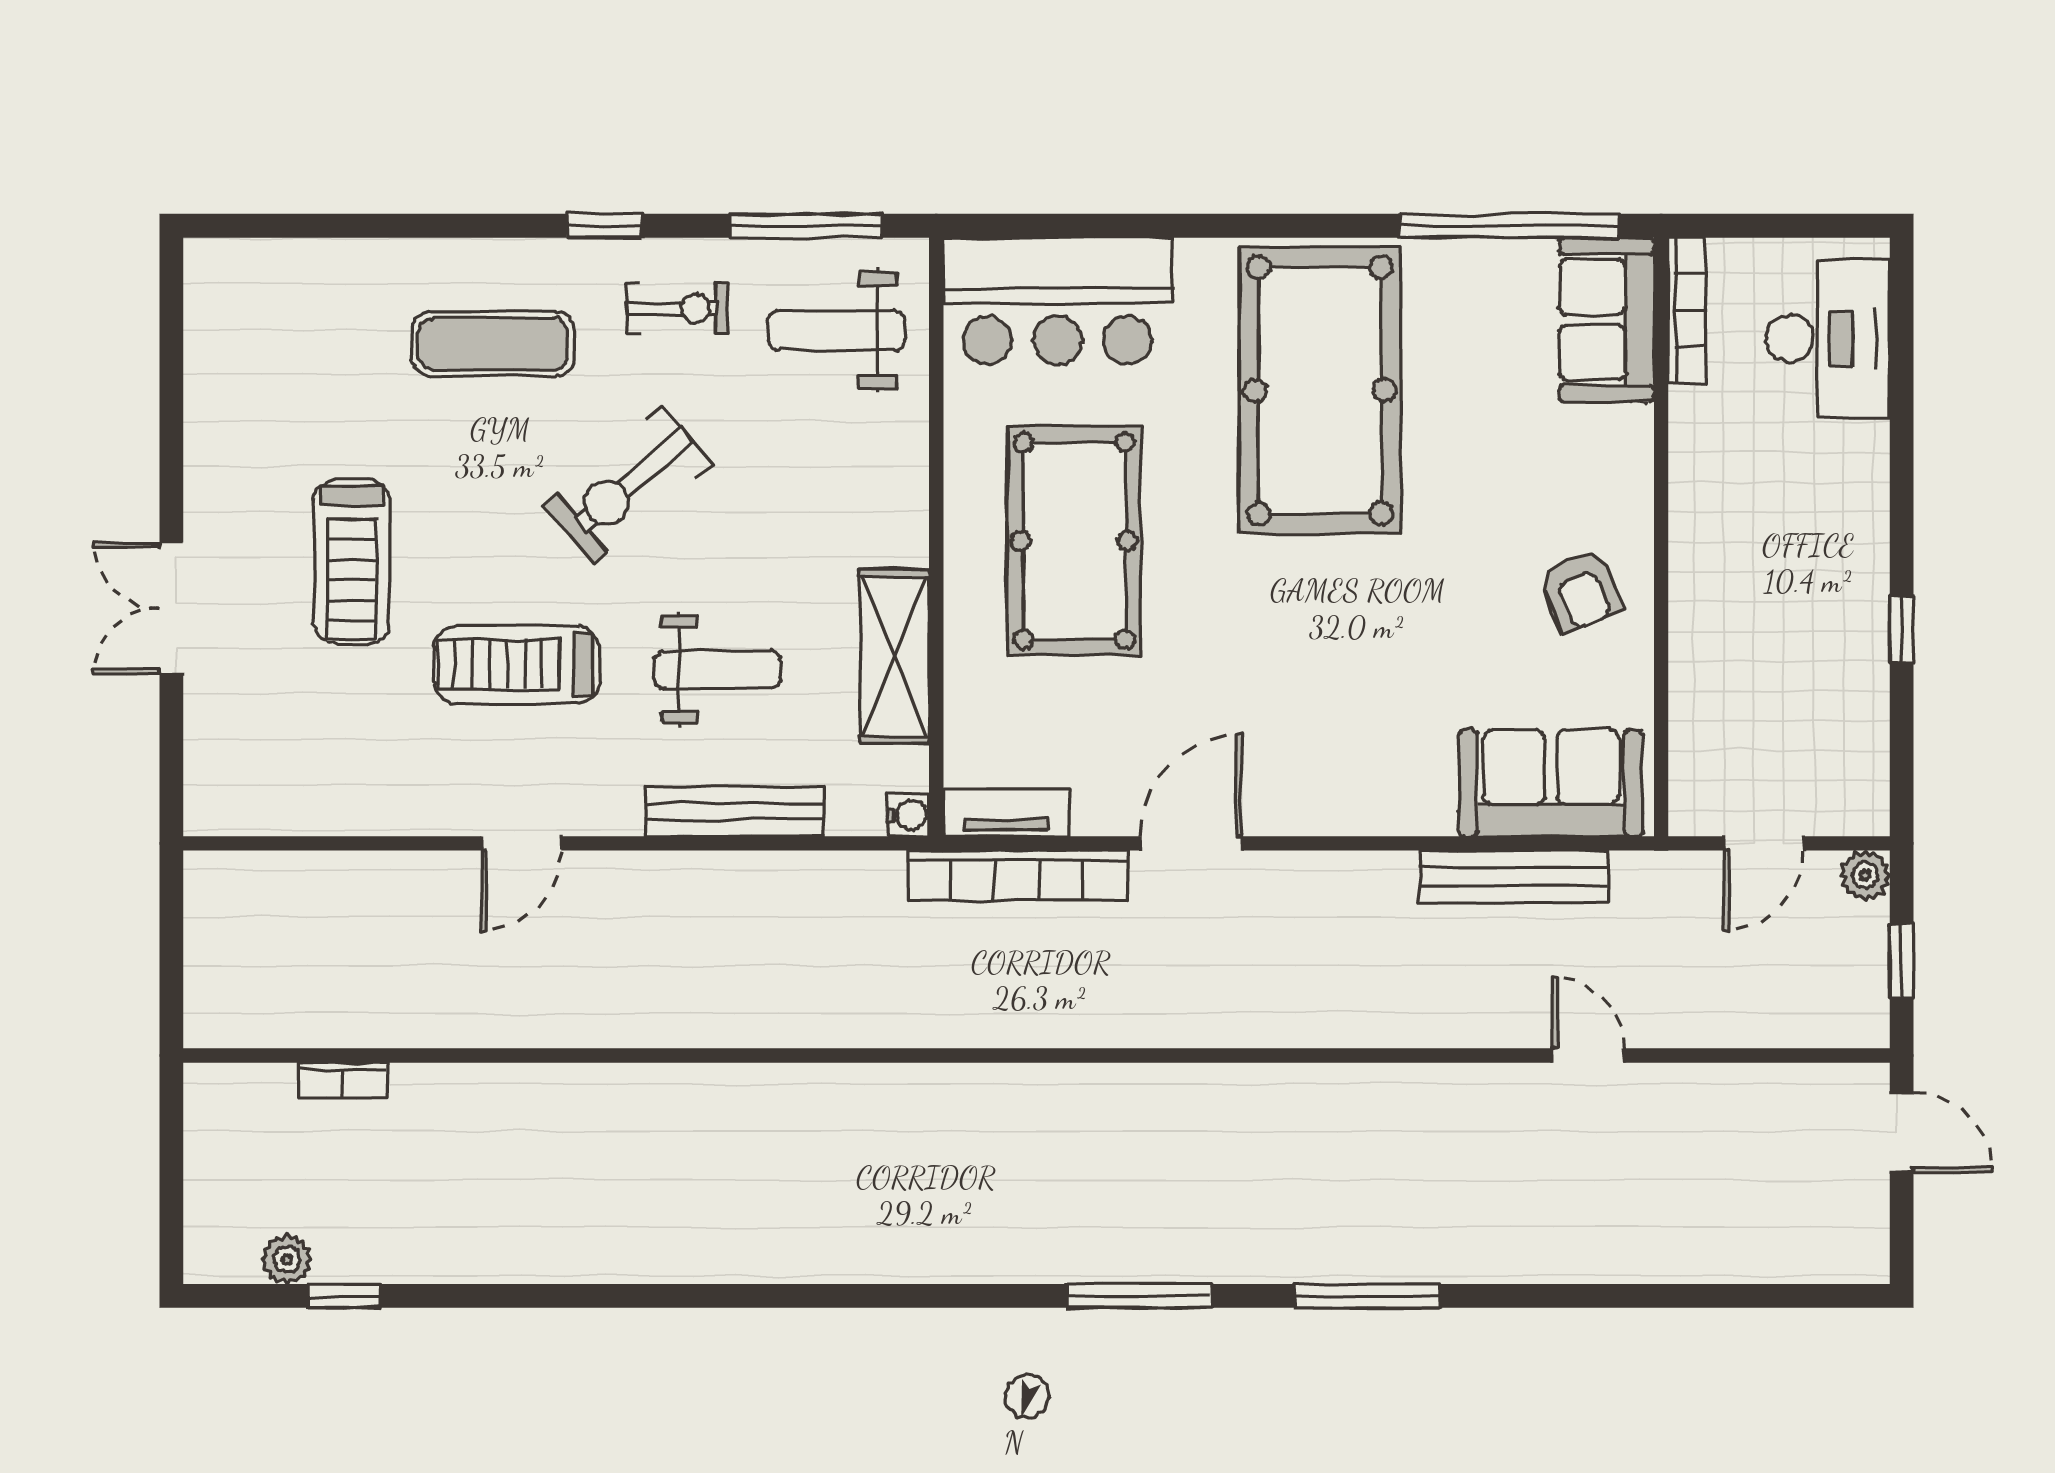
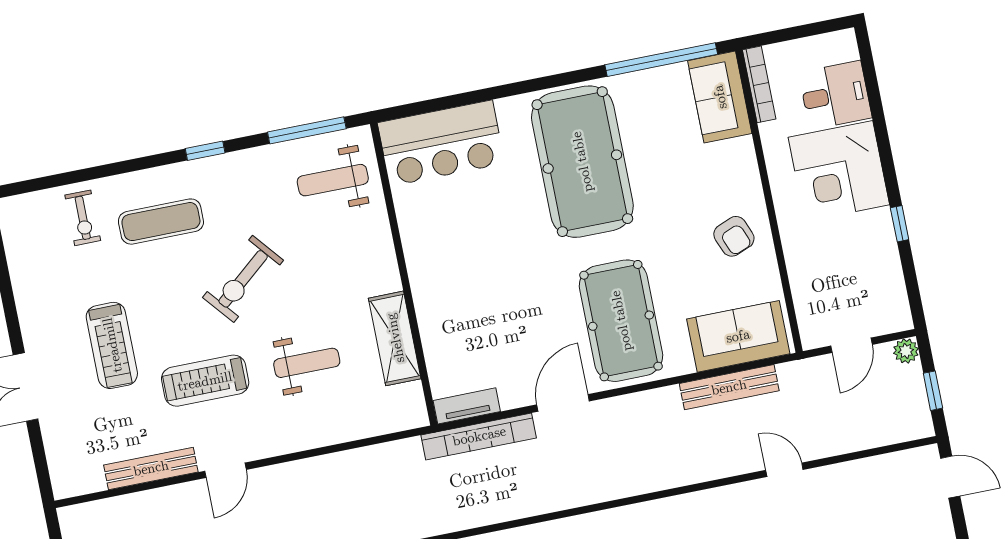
exercise bike: (677, 308) -> (83, 218), moved, turned 90
desk: (1828, 339) -> (835, 95), width x0.73
corner desk: (1806, 506) -> (839, 171), added
pool table: (1074, 541) -> (621, 321), moved
bench: (735, 811) -> (151, 468), moved
water cooler: (908, 815) -> (418, 417), removed

